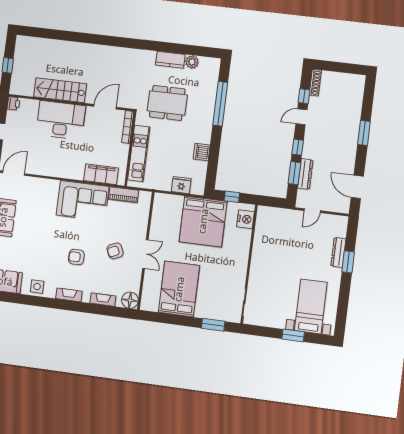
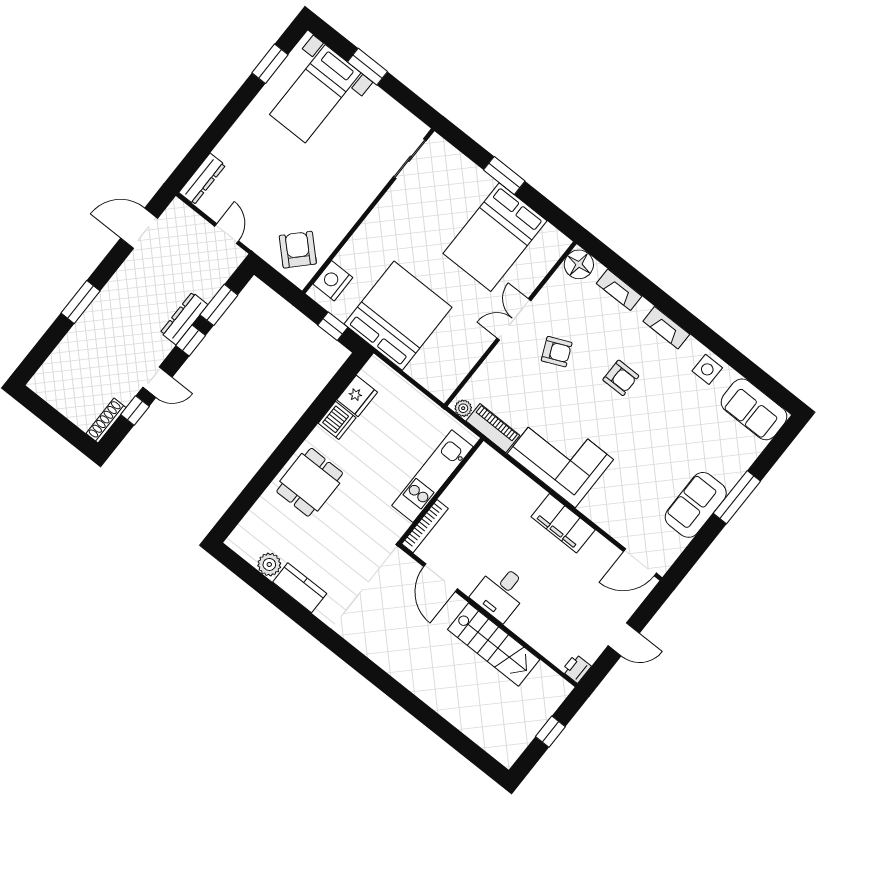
dining table: (167, 103) -> (310, 482), moved, width x0.73
window: (220, 104) -> (265, 476), removed
door: (105, 107) -> (440, 578), hinge flipped
desk: (61, 120) -> (500, 592), width x0.53, depth x0.77
filing cabinet: (101, 174) -> (563, 523), moved
dresser: (305, 174) -> (184, 319), moved
fridge: (181, 185) -> (357, 396), moved, turned -90
door: (357, 187) -> (139, 228), swing flipped
plant: (144, 196) -> (463, 408), added
door: (312, 211) -> (227, 234), hinge flipped
armchair: (272, 224) -> (298, 250), added
dresser: (338, 252) -> (202, 179), moved
window: (348, 262) -> (270, 64), moved
window: (213, 325) -> (504, 176), moved

